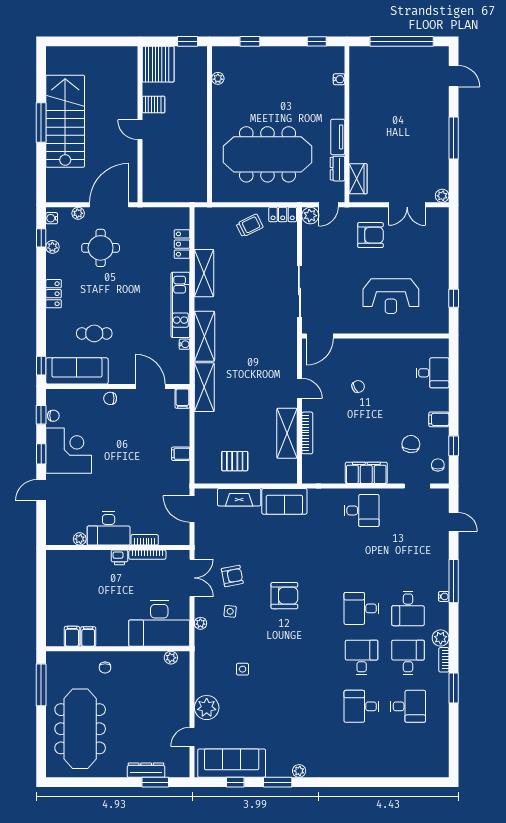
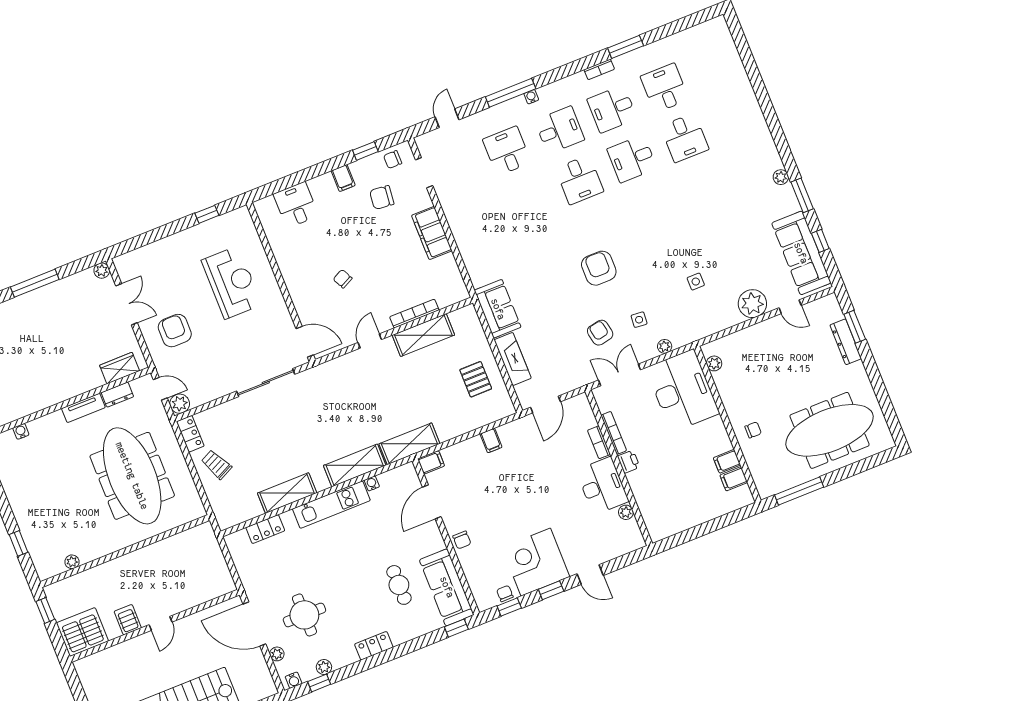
desk: (362, 510) -> (507, 151), moved
plant: (441, 638) -> (577, 82), removed

